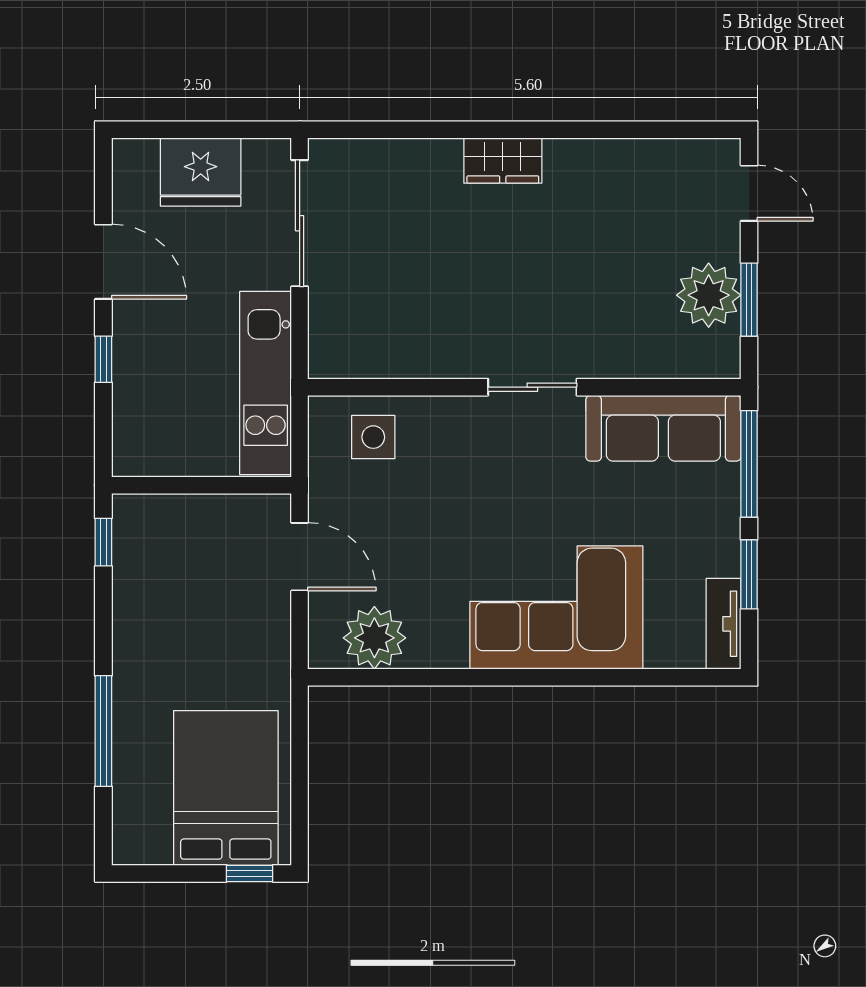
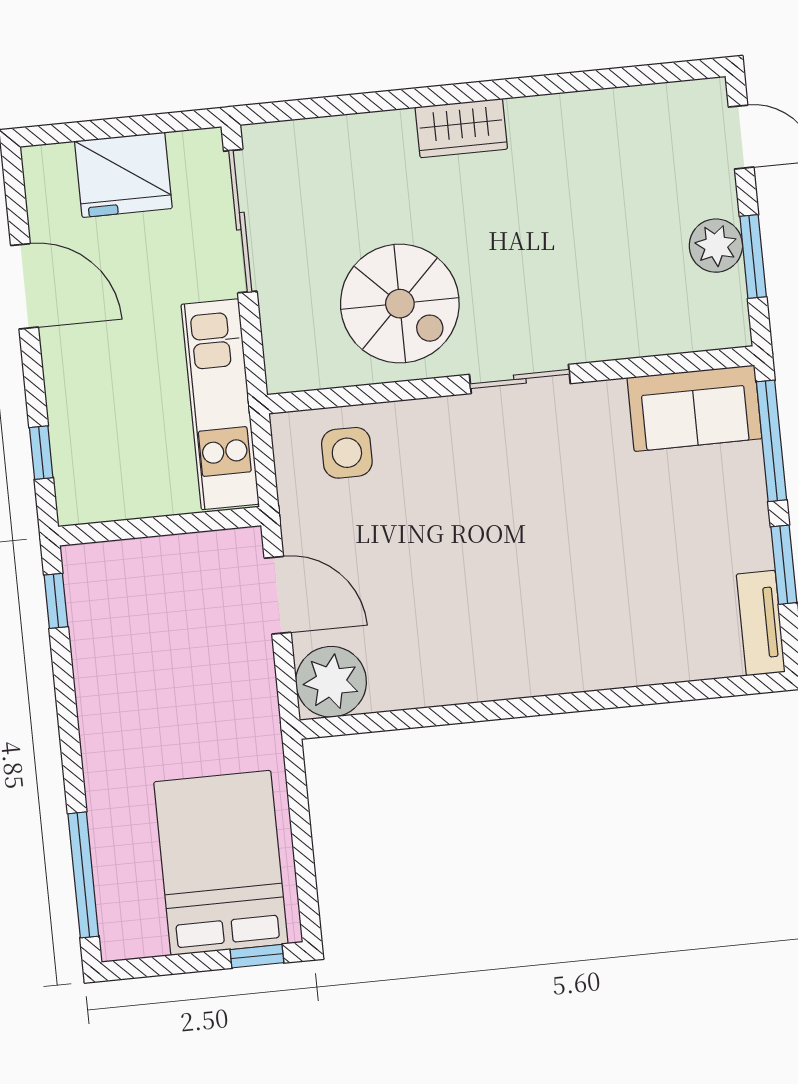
plant: (709, 295) -> (716, 246), width x0.73, depth x0.73
spiral stairs: (433, 310) -> (400, 304), added
window: (103, 359) -> (41, 453), moved
sofa: (663, 428) -> (694, 408), width x0.73
corner sofa: (556, 607) -> (571, 623), removed
plant: (374, 638) -> (331, 682), moved
window: (103, 731) -> (83, 875), moved

